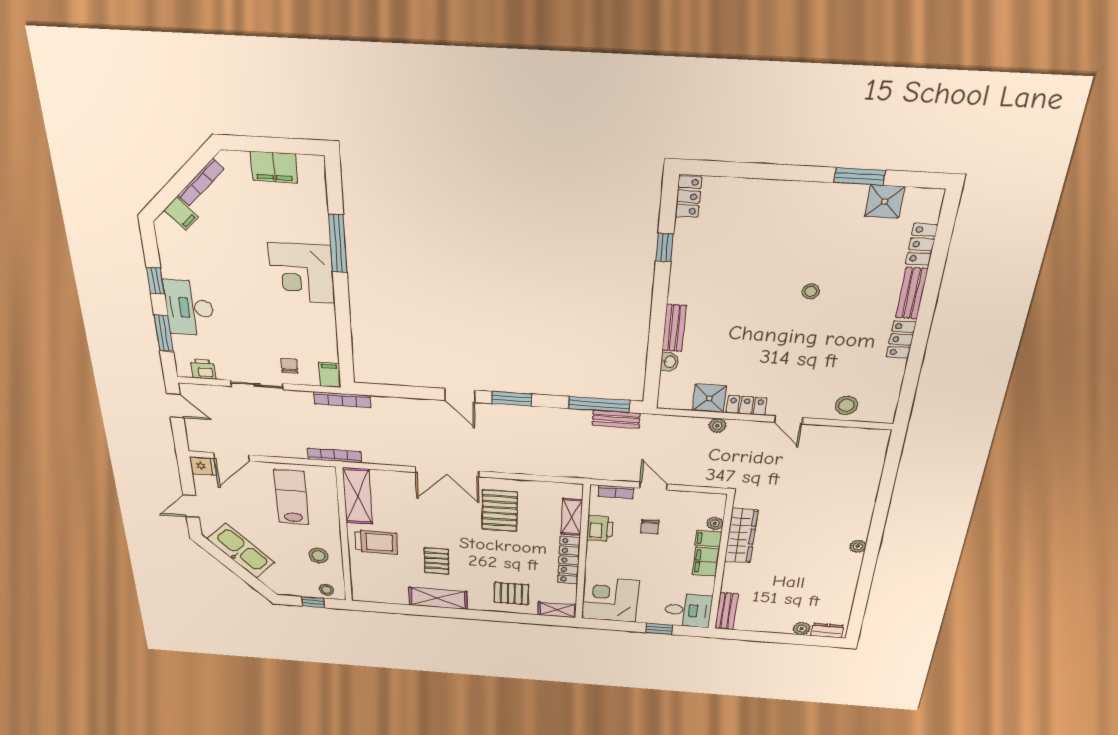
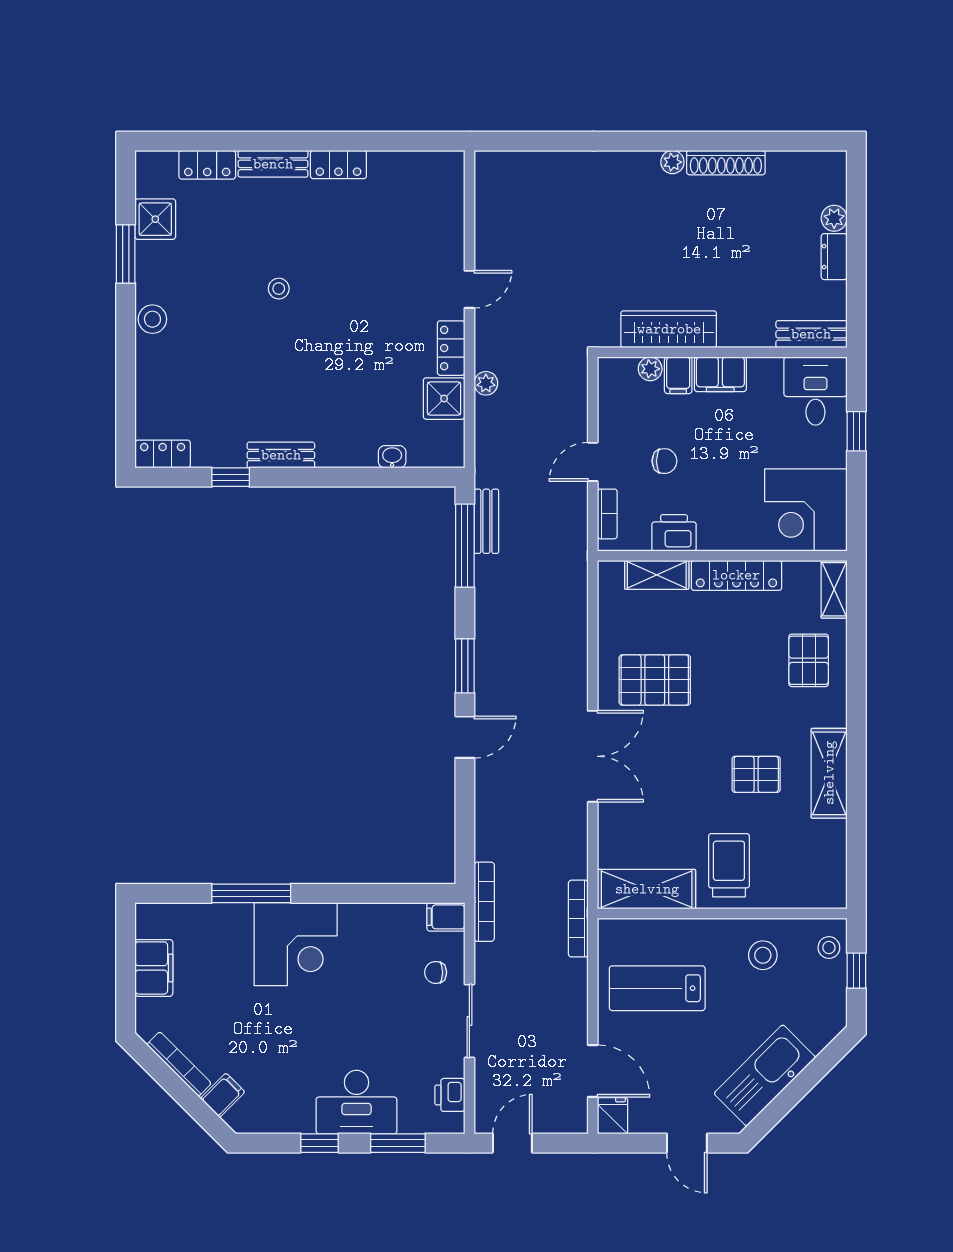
bench: (674, 328) -> (281, 455), moved
stool: (847, 405) -> (152, 319), moved
shoe rack: (851, 575) -> (726, 163), added
dresser: (827, 630) -> (834, 257), moved

